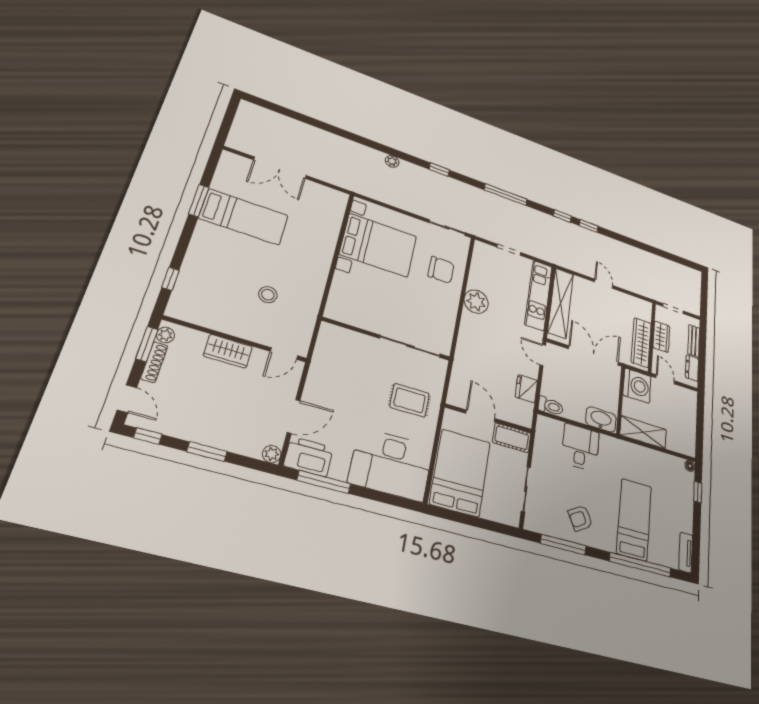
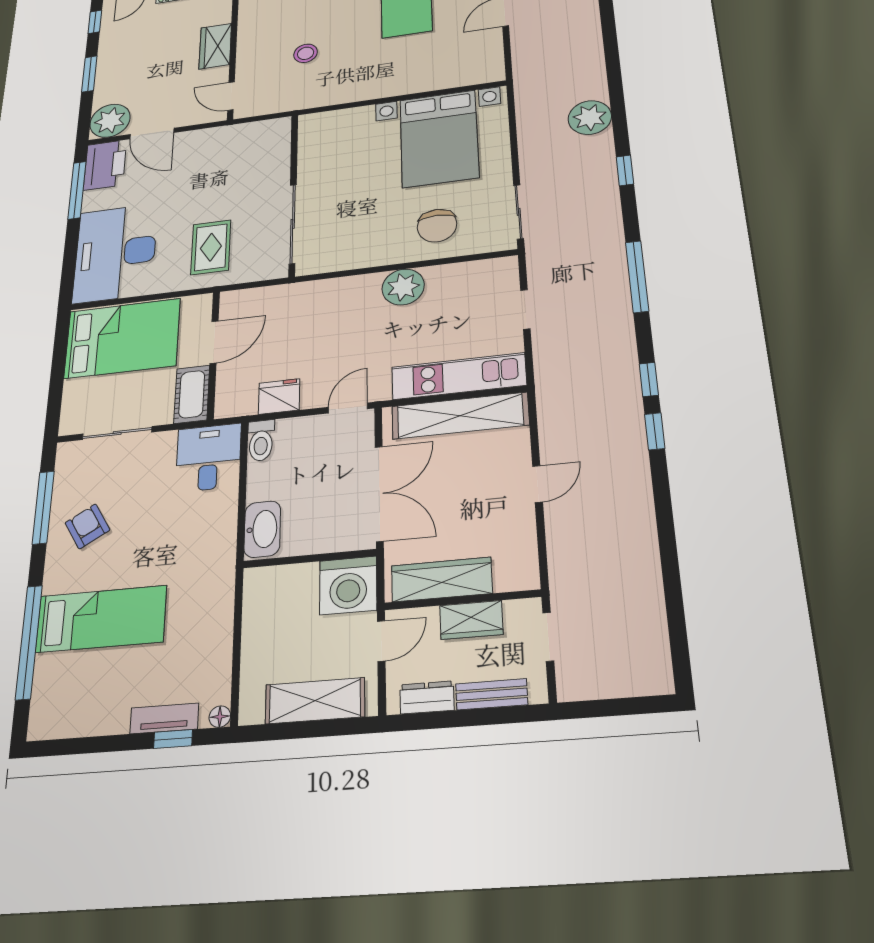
plant: (392, 161) -> (590, 118), width x1.88, depth x1.88
shelving: (643, 432) -> (315, 701), moved, turned 90
desk: (580, 447) -> (208, 458), moved, turned -90
plant: (272, 454) -> (110, 121), width x1.87, depth x1.87
tv unit: (686, 552) -> (164, 718), moved

